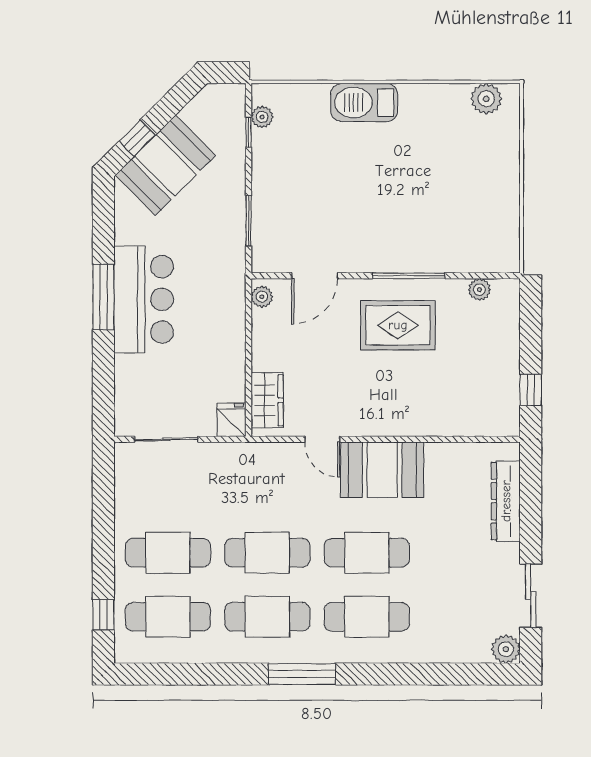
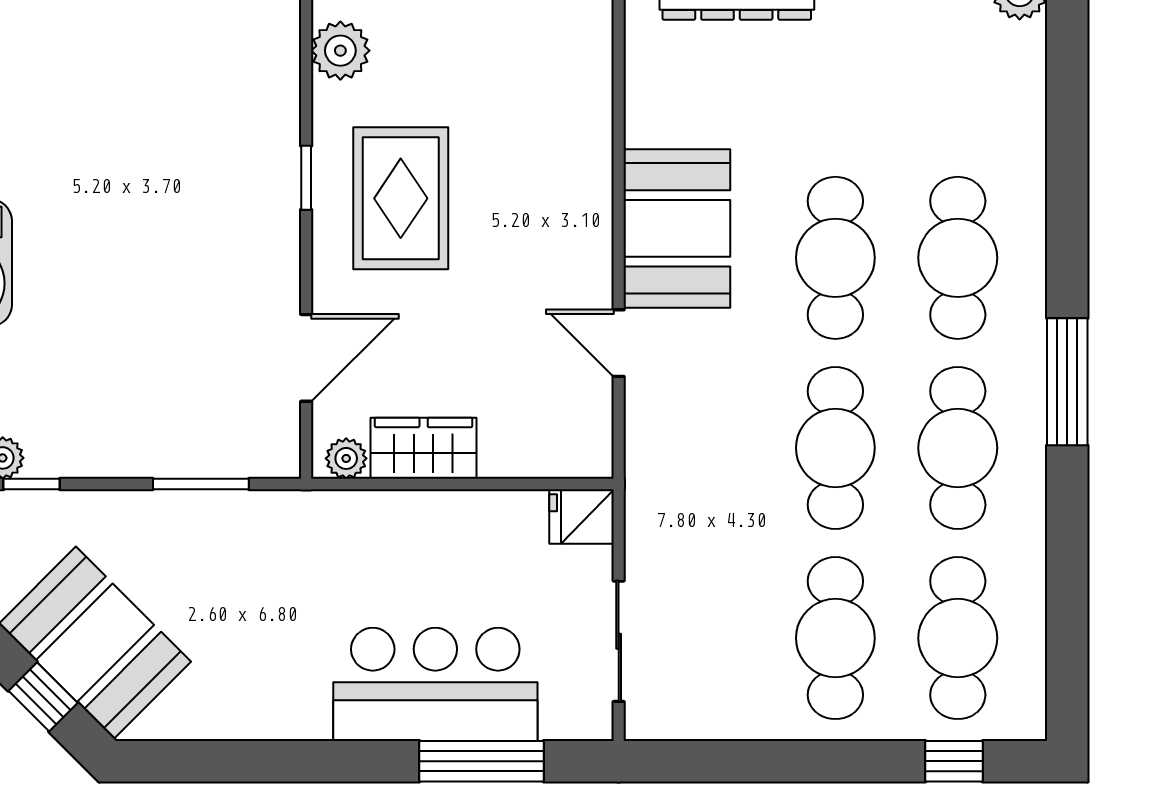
door: (314, 276) -> (306, 358), hinge flipped
window: (409, 276) -> (306, 178), width x0.46
plant: (479, 290) -> (340, 51), width x1.38, depth x1.38
window: (103, 297) -> (482, 761), moved
bar counter: (144, 299) -> (435, 684), moved
wardrobe: (267, 400) -> (424, 448), moved
door: (322, 439) -> (619, 343), swing flipped

